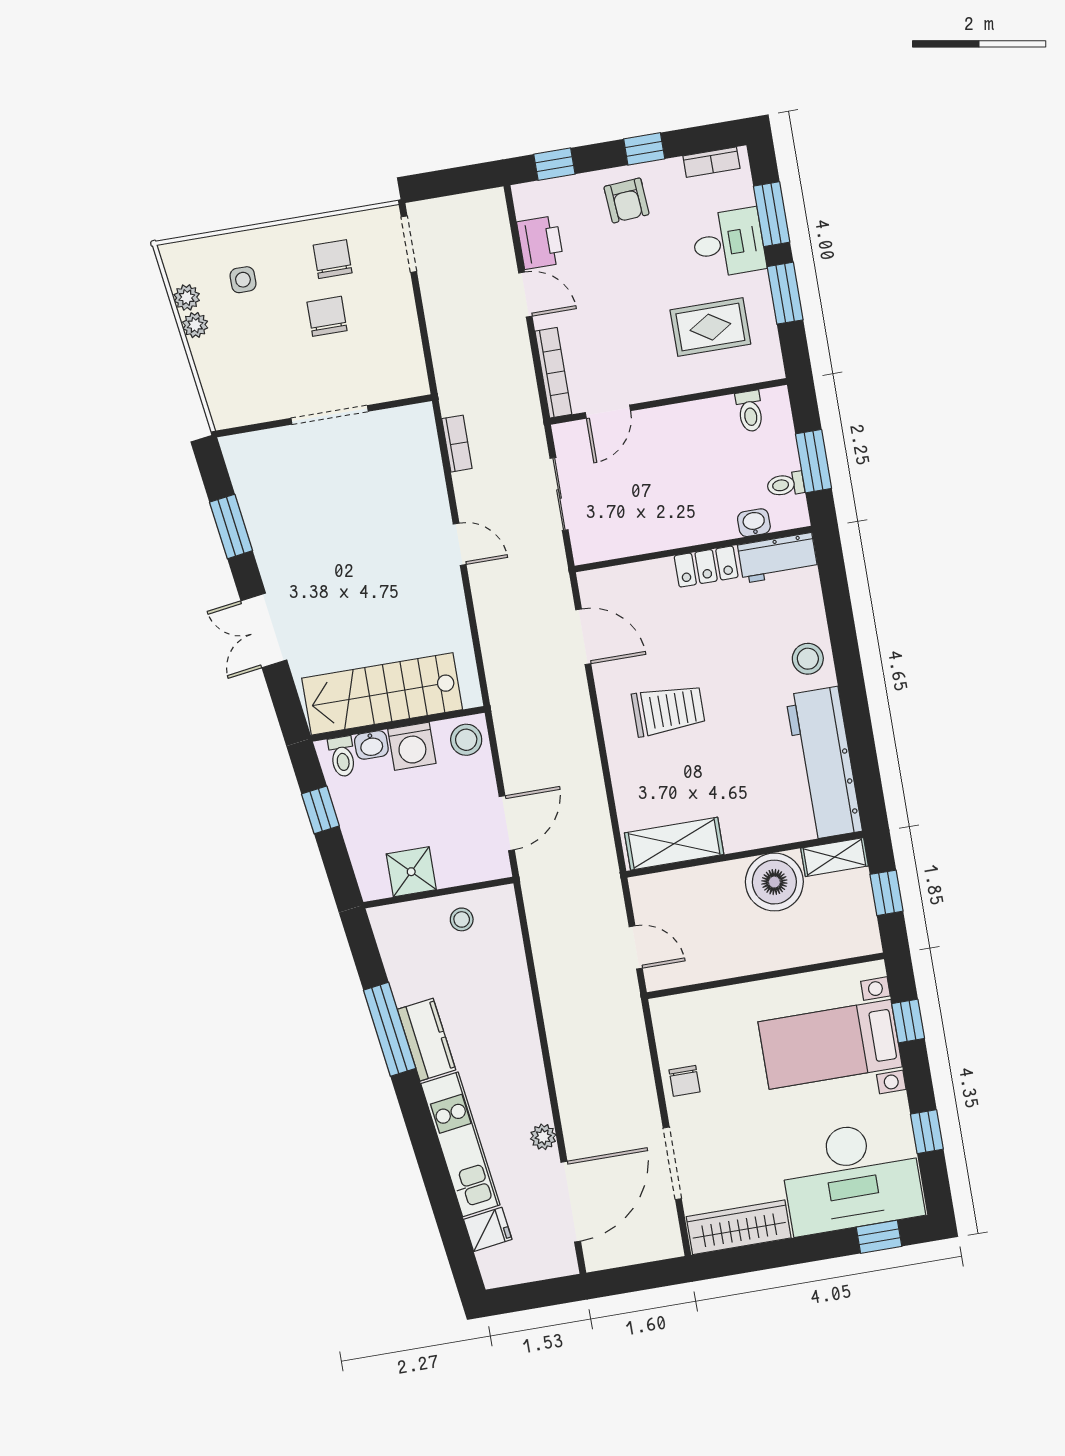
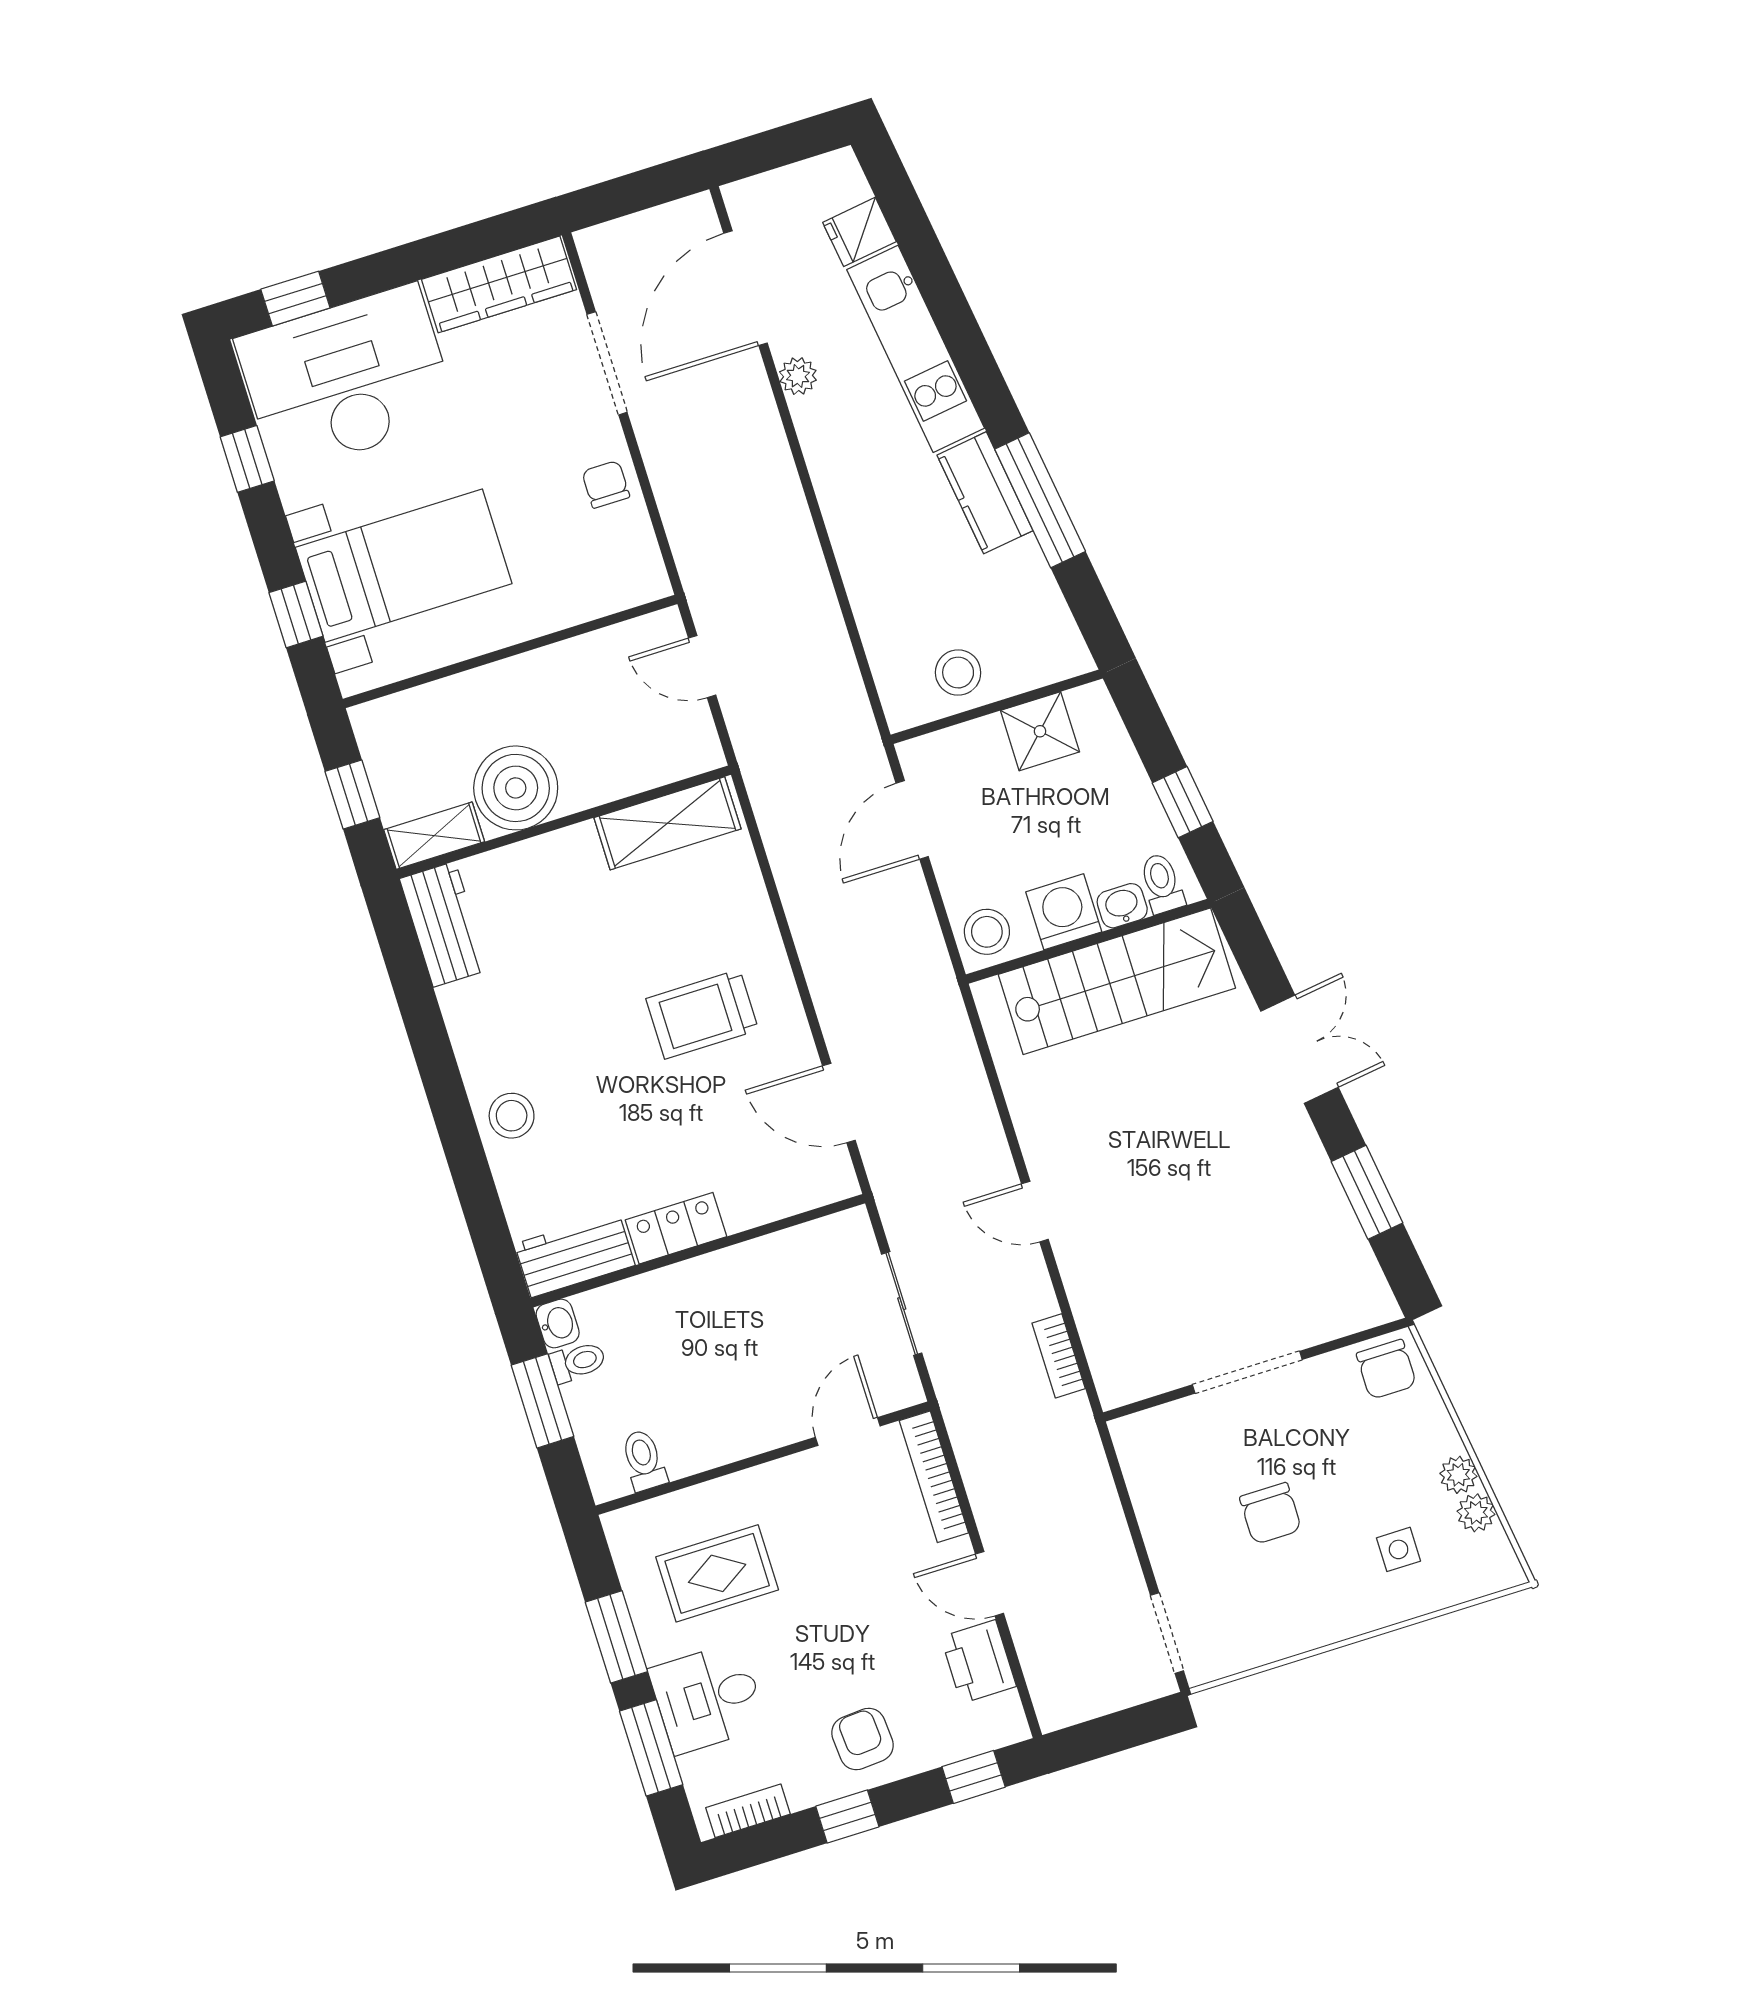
chair: (333, 259) -> (1386, 1369), moved
washbasin: (754, 523) -> (558, 1324), moved, turned -90
workbench: (824, 763) -> (444, 924), width x0.53, depth x0.76
stool: (462, 919) -> (958, 673), width x1.37, depth x1.37

